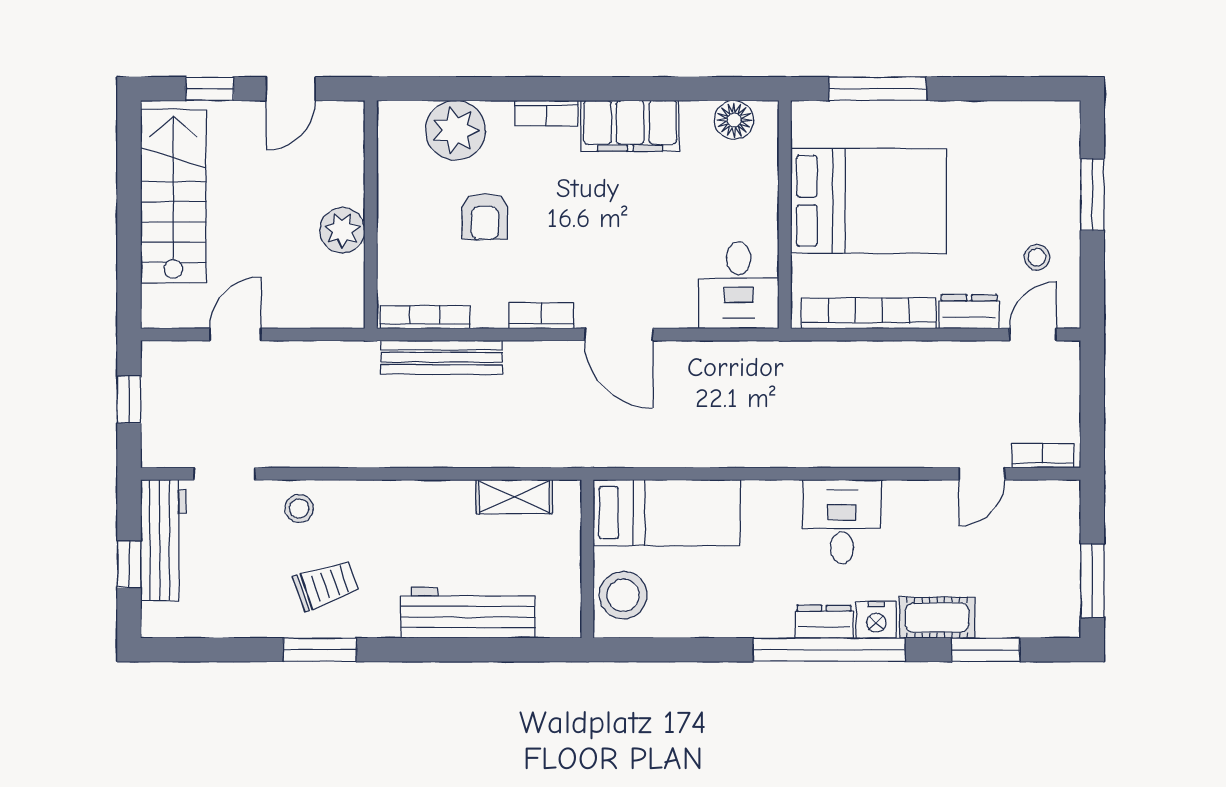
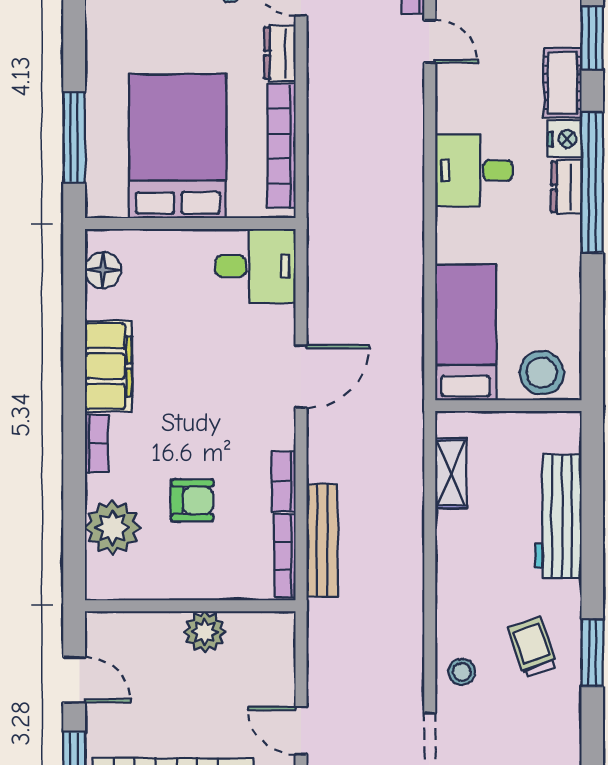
bookcase: (541, 316) -> (284, 481), moved

